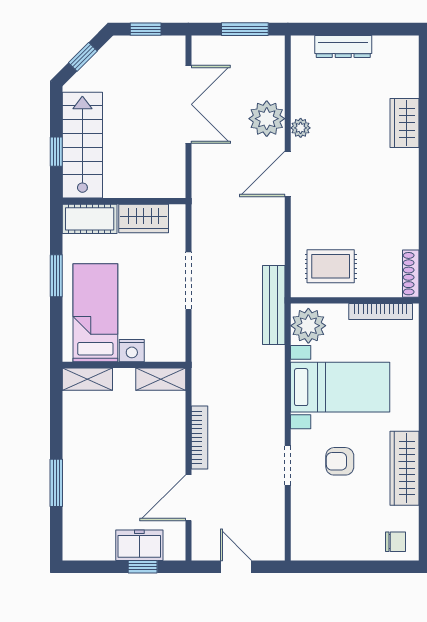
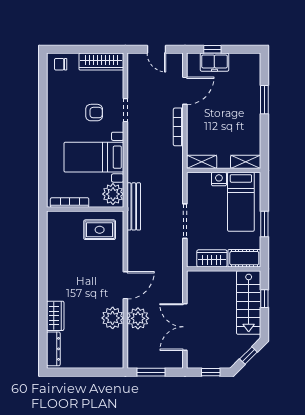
dresser: (343, 47) -> (53, 349), moved, turned 90
plant: (301, 128) -> (113, 318), width x1.88, depth x1.88
shoe rack: (411, 274) -> (51, 225), removed
wardrobe: (404, 468) -> (101, 62), moved, turned 90

